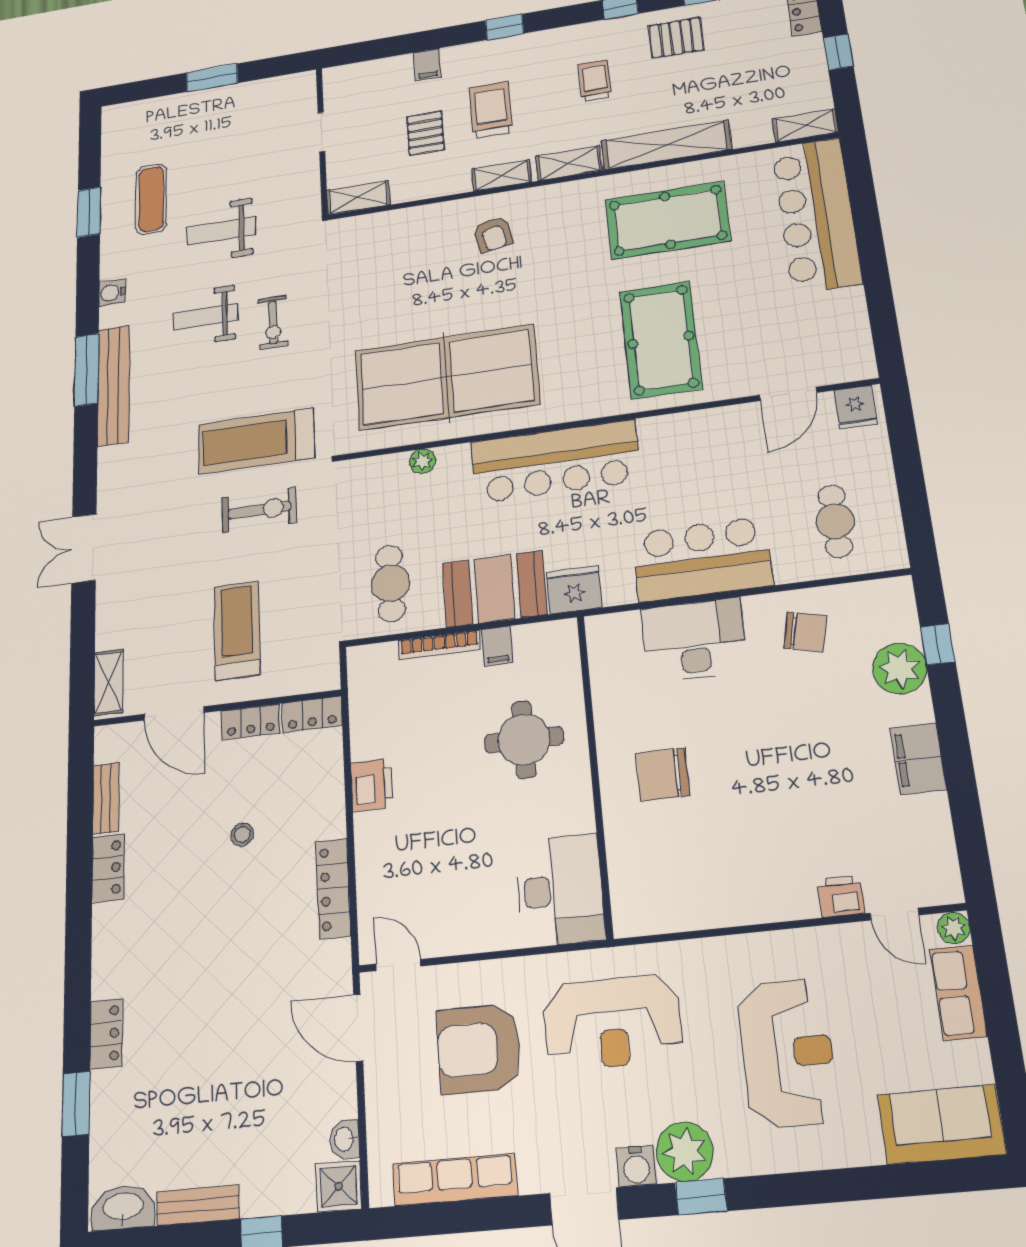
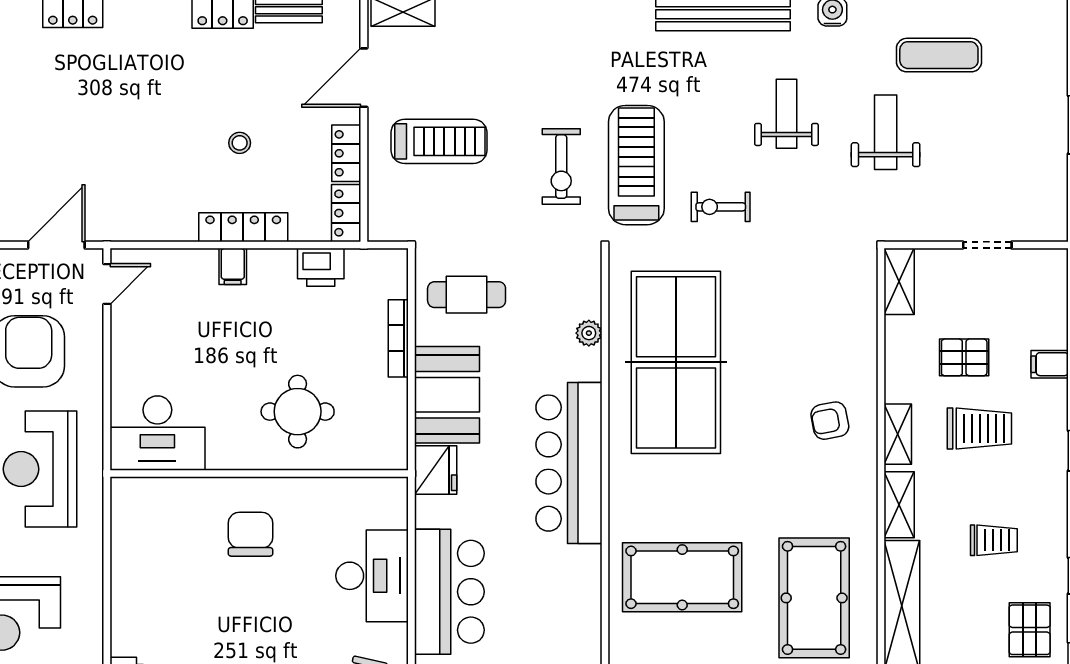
exercise bike: (273, 323) -> (721, 207), moved
filing cabinet: (497, 646) -> (233, 266), moved, turned -90
printer: (372, 785) -> (321, 267), moved
locker: (333, 889) -> (243, 227), moved

